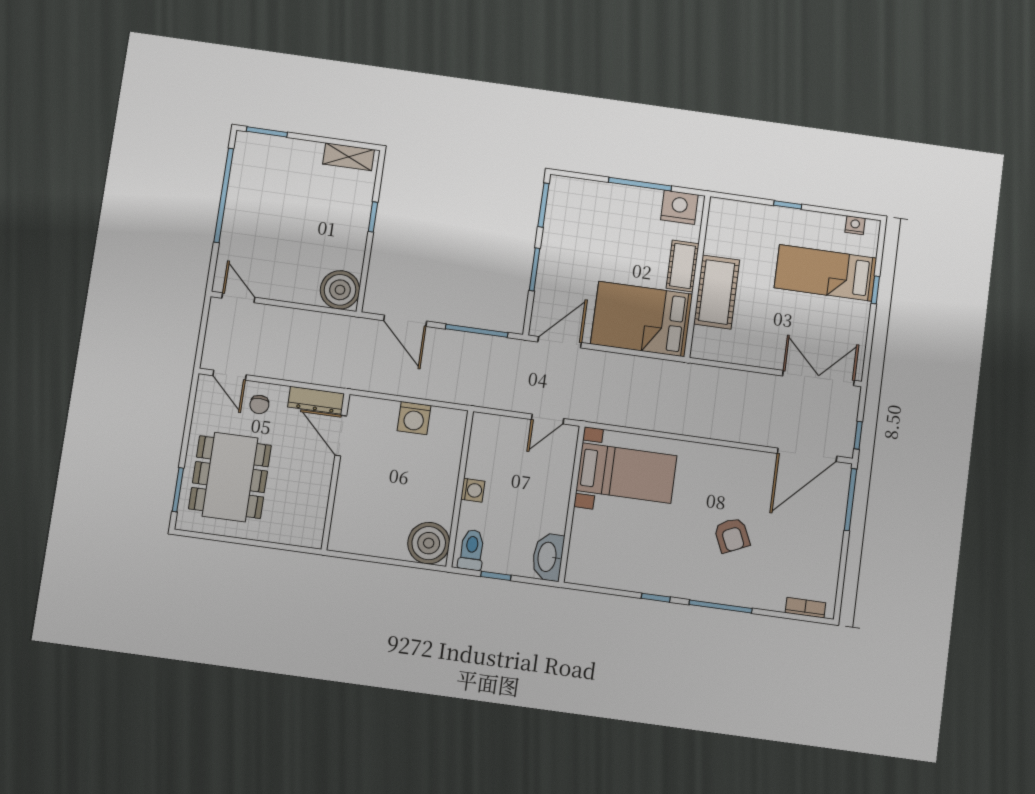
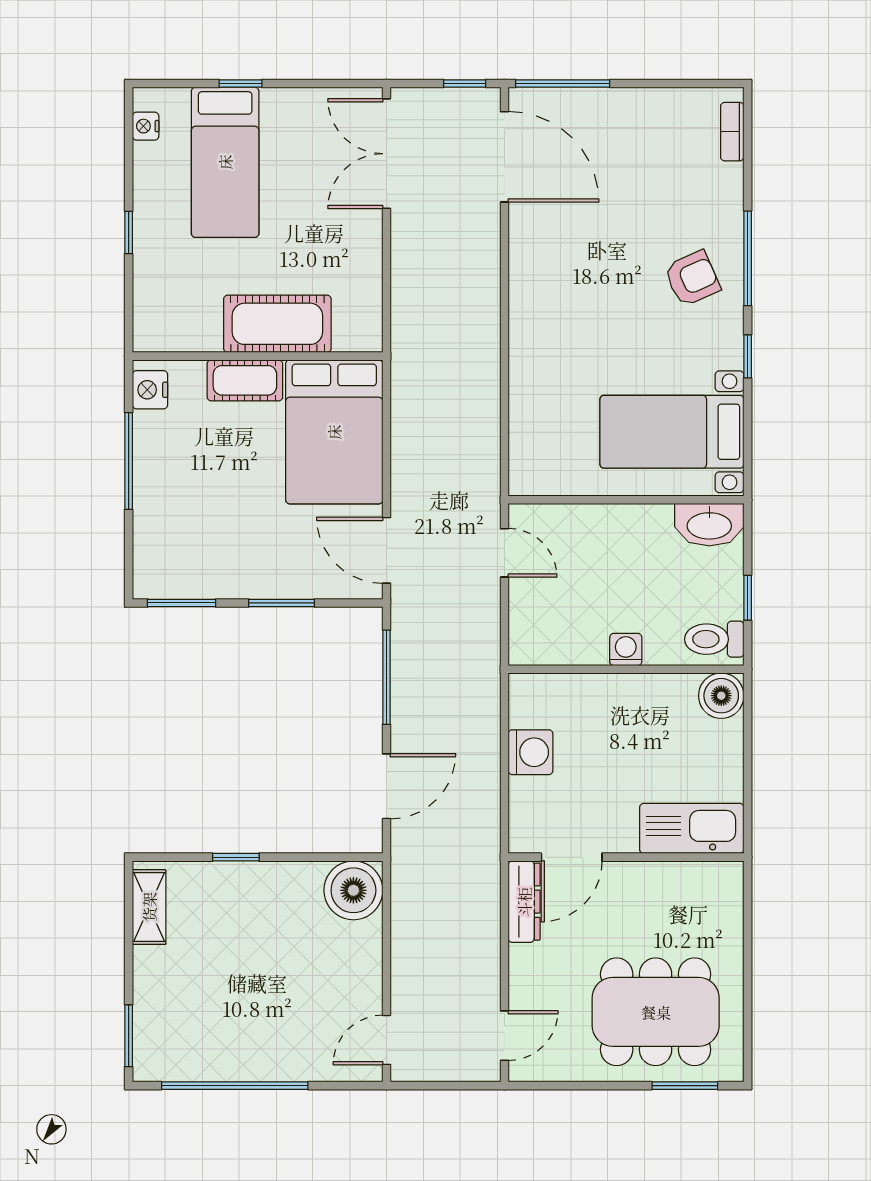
nightstand: (679, 207) -> (150, 390), width x0.74, depth x0.75
chair: (259, 405) -> (542, 985), removed
bed with nightstands: (626, 473) -> (672, 432), moved, turned -90
kitchen sink: (348, 518) -> (692, 828), added
armchair: (732, 535) -> (692, 278), moved
boiler: (429, 543) -> (721, 696), width x0.73, depth x0.73

